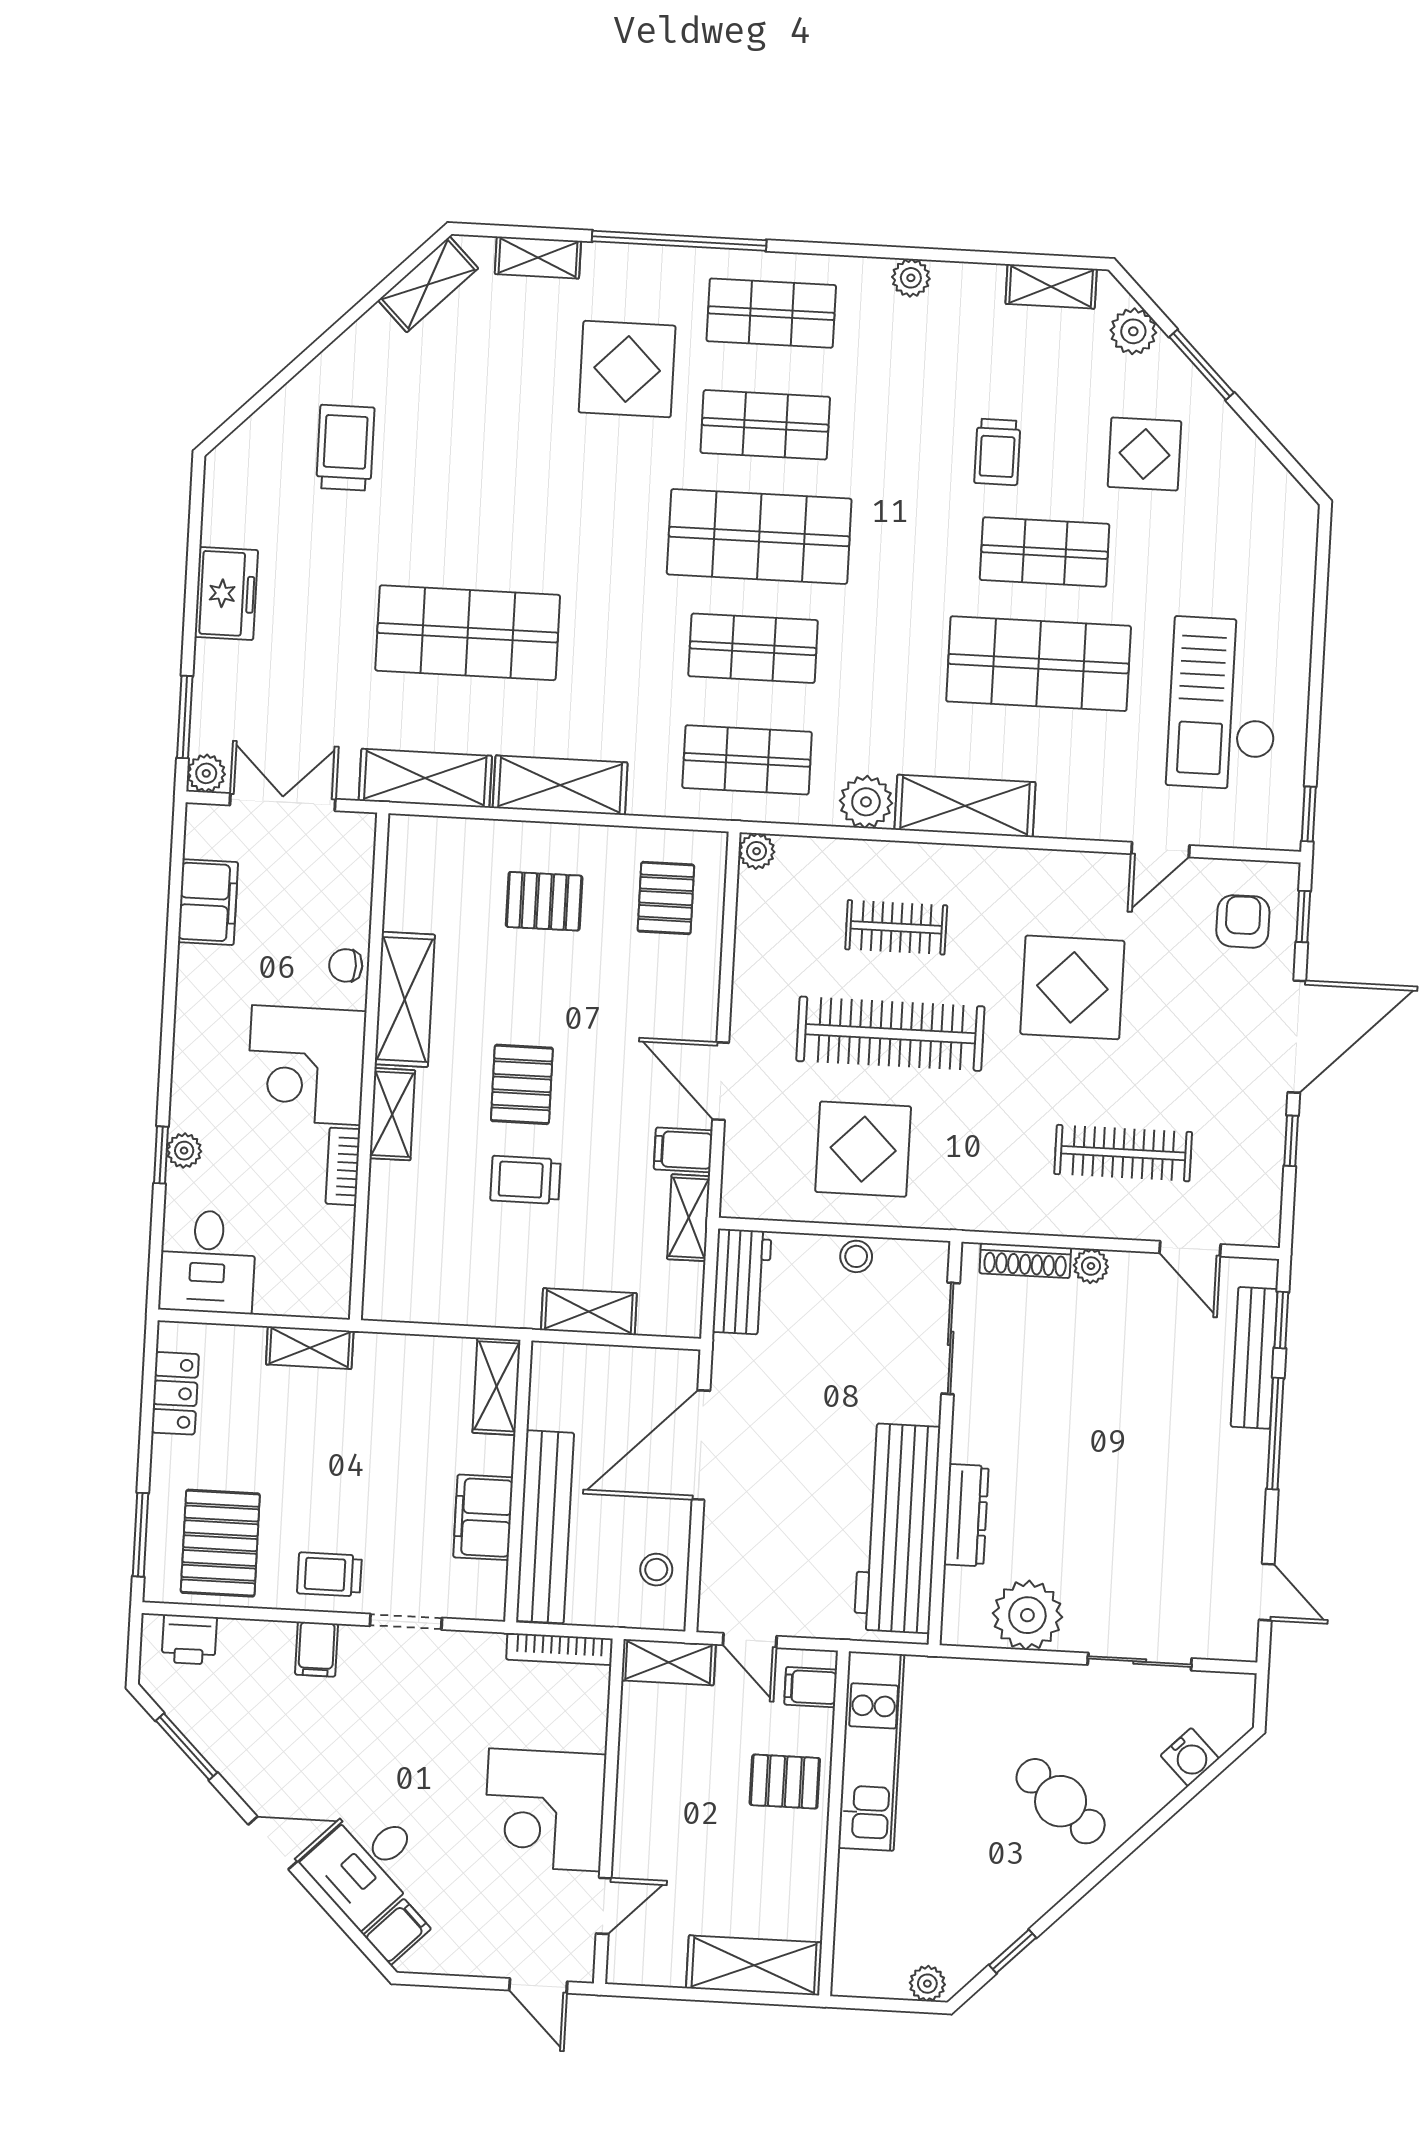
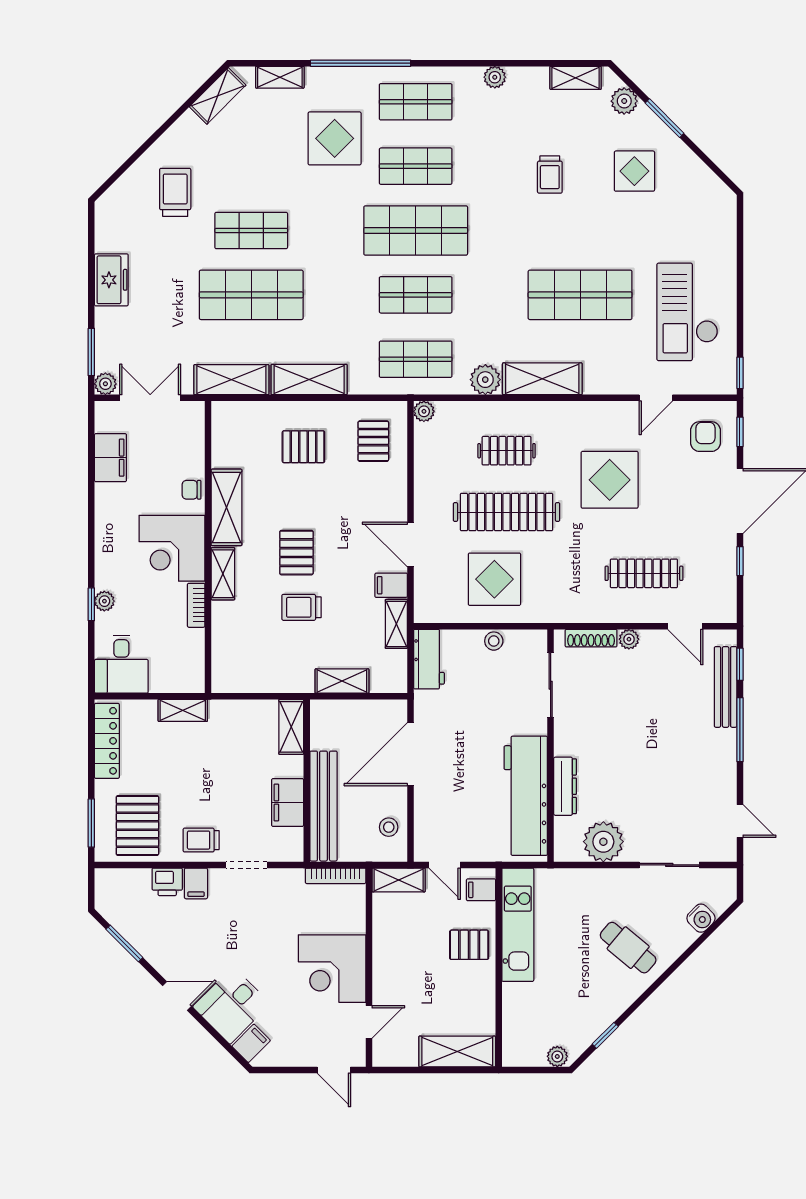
shop shelf: (1045, 552) -> (251, 230), moved
locker: (175, 1393) -> (107, 741), width x1.53
printer: (189, 1640) -> (167, 882), moved

